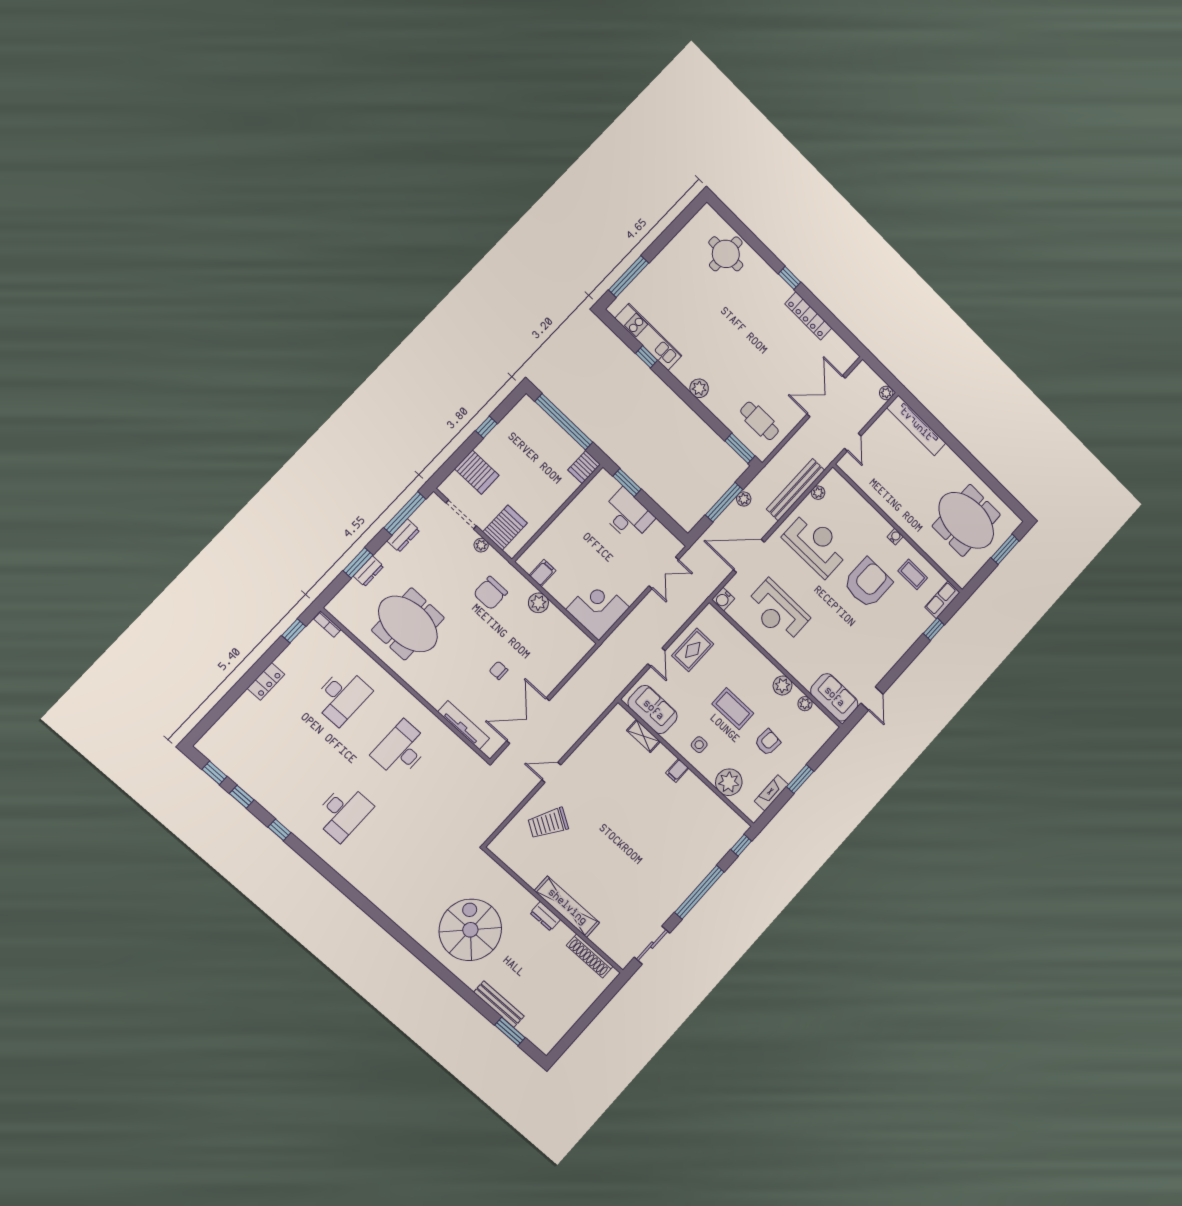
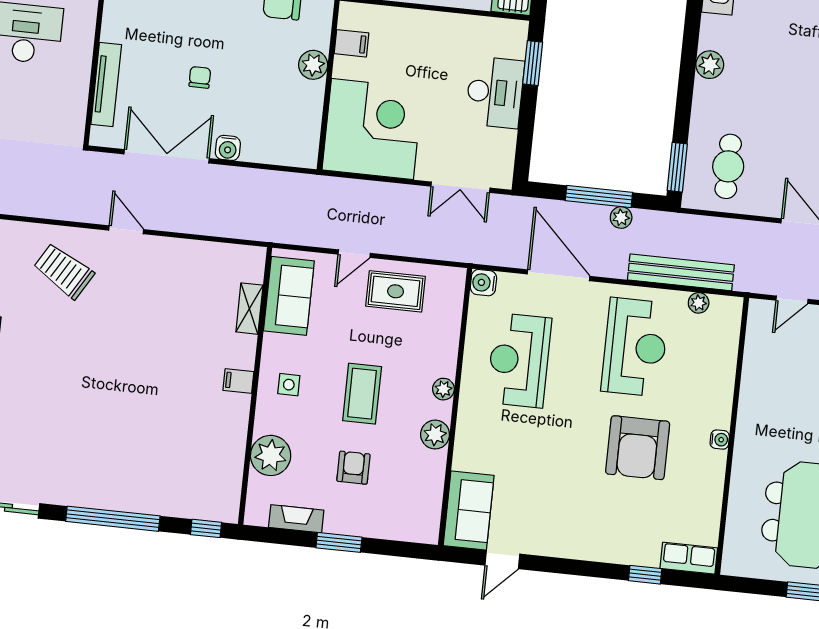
coffee table: (913, 574) -> (691, 497), removed
armchair: (868, 583) -> (638, 448), turned 90
corner desk: (598, 609) -> (372, 129), width x1.36, depth x1.36
water cooler: (549, 684) -> (228, 148), added
plant: (805, 704) -> (443, 389), moved
armchair: (768, 742) -> (353, 468), turned -95

